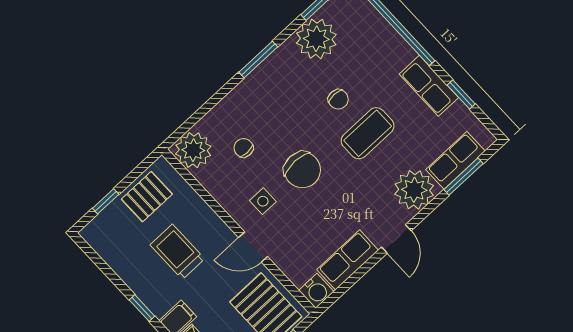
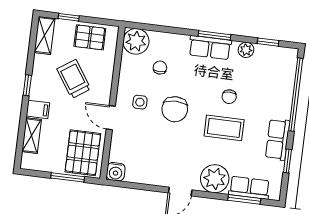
plant: (316, 39) -> (246, 50), width x0.53, depth x0.53
shelving: (103, 244) -> (45, 35), added
trolley: (177, 252) -> (74, 79), turned -34
row of seats: (348, 260) -> (210, 48), moved, turned 180

